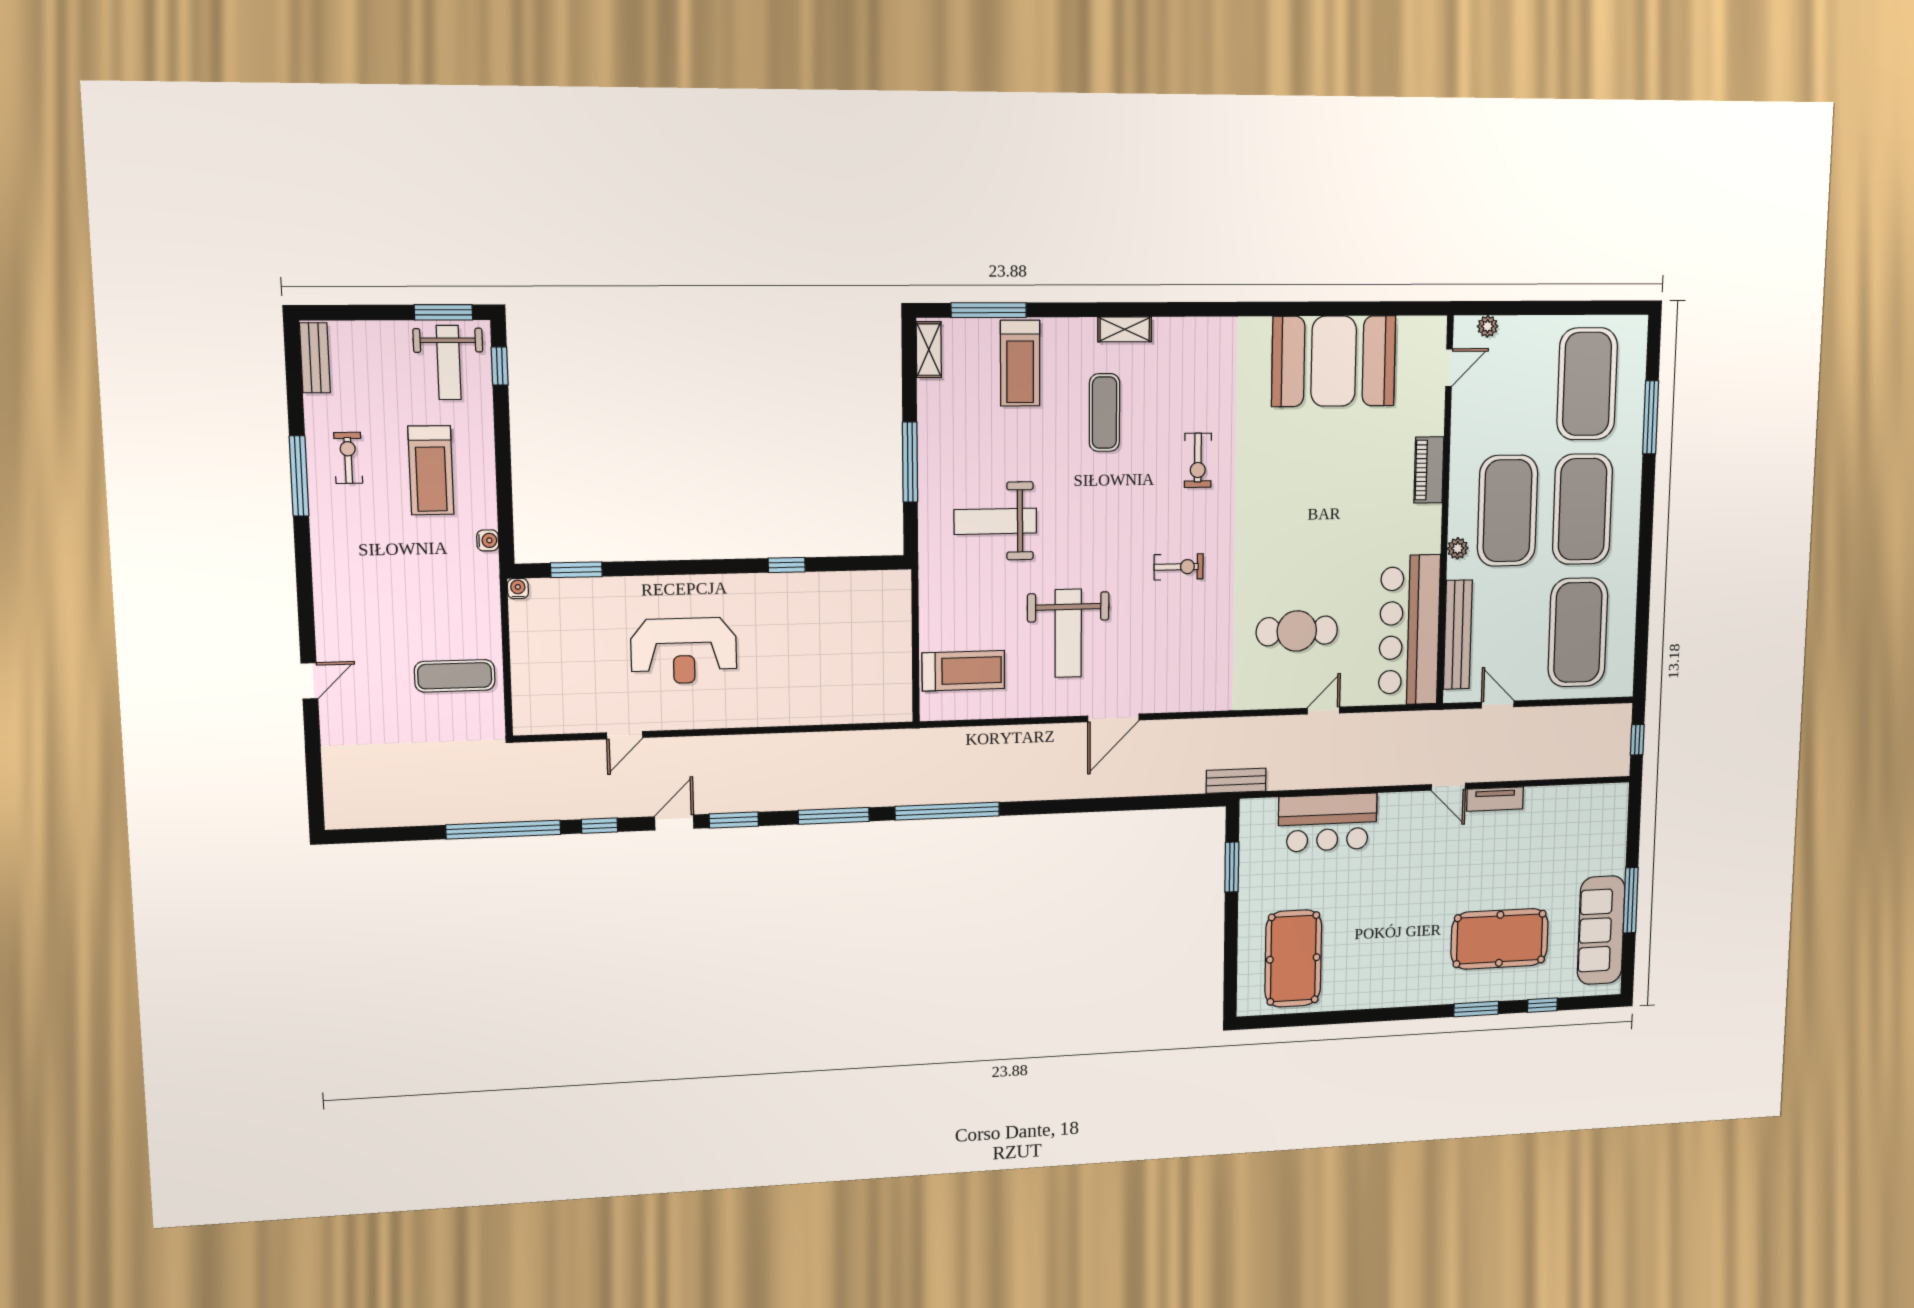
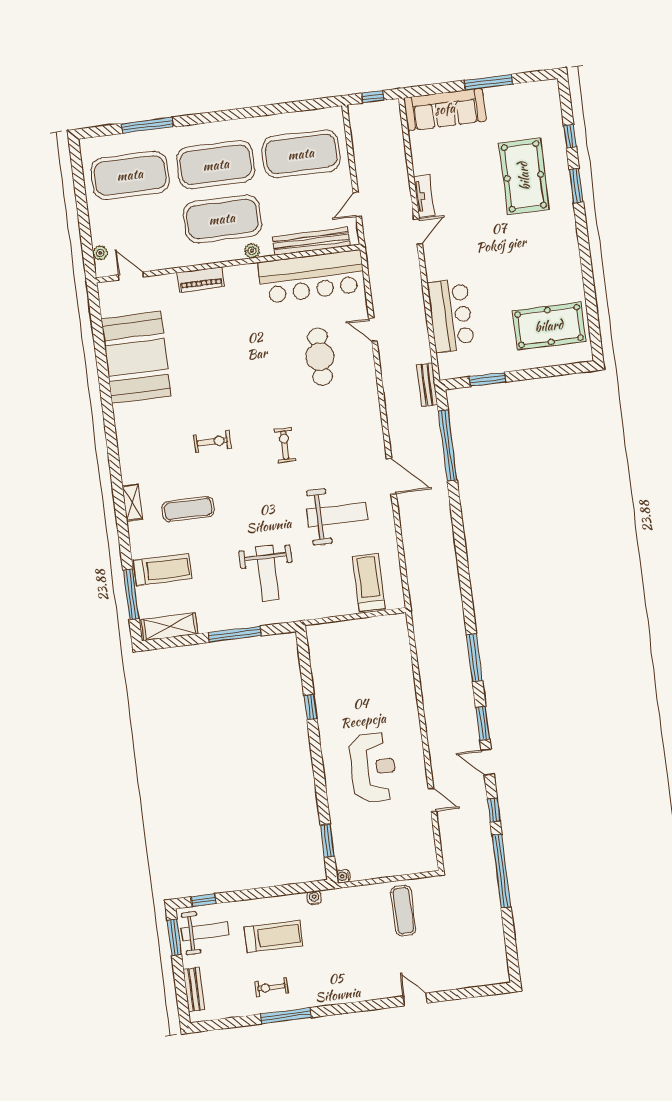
shelving: (929, 350) -> (170, 627), width x1.50, depth x1.33
bench: (315, 358) -> (194, 990), moved, turned 90
window: (947, 811) -> (448, 445), moved
sofa: (1601, 930) -> (445, 109), moved

